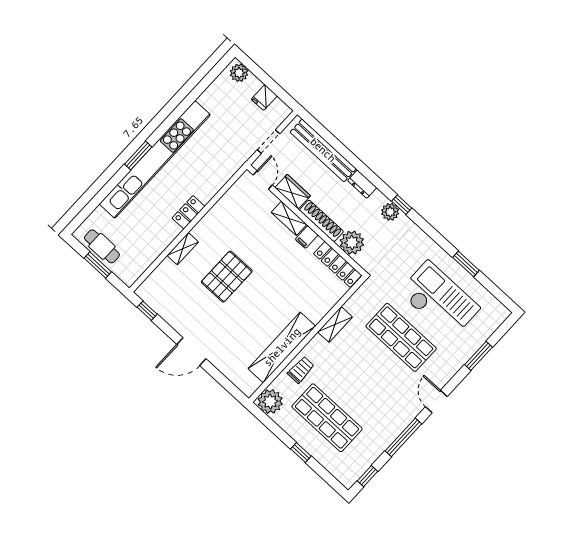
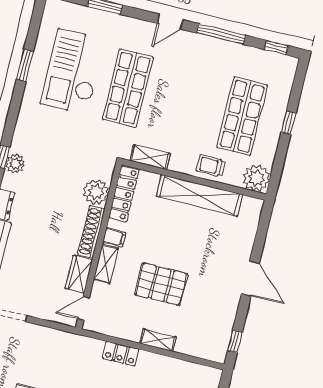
door: (263, 180) -> (83, 308), moved
wardrobe: (293, 192) -> (79, 274), moved
shelving: (289, 218) -> (106, 264), moved
wall: (306, 220) -> (99, 246), moved
shoe rack: (321, 221) -> (91, 232), moved
filing cabinet: (307, 237) -> (114, 237), moved
plant: (352, 243) -> (96, 192), moved
locker: (338, 264) -> (124, 194), moved

